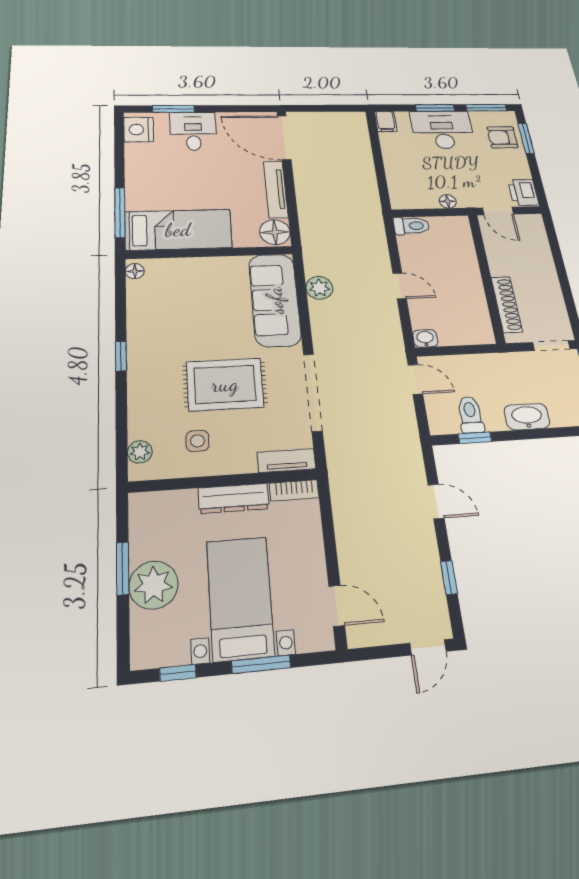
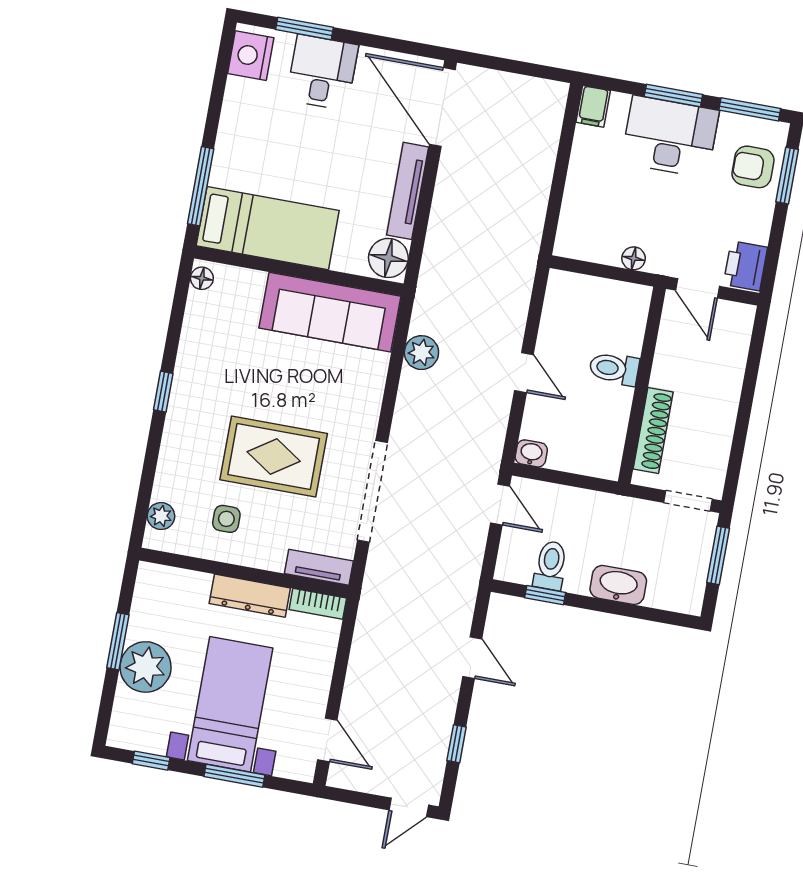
toilet: (411, 226) -> (614, 369), moved, turned 180
sofa: (275, 300) -> (330, 312), moved, turned -90

